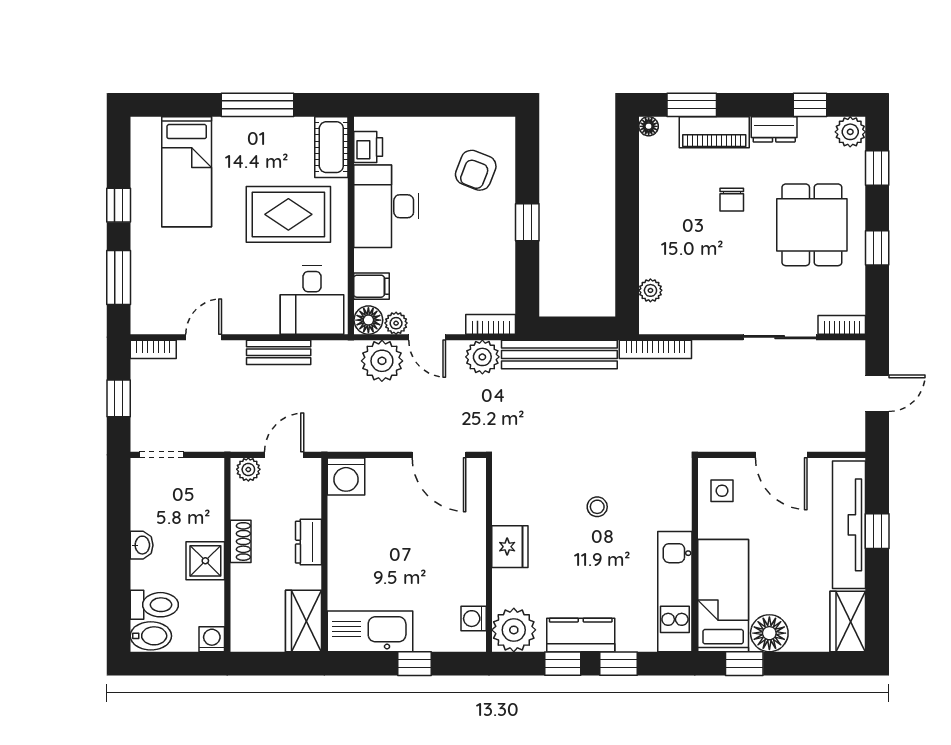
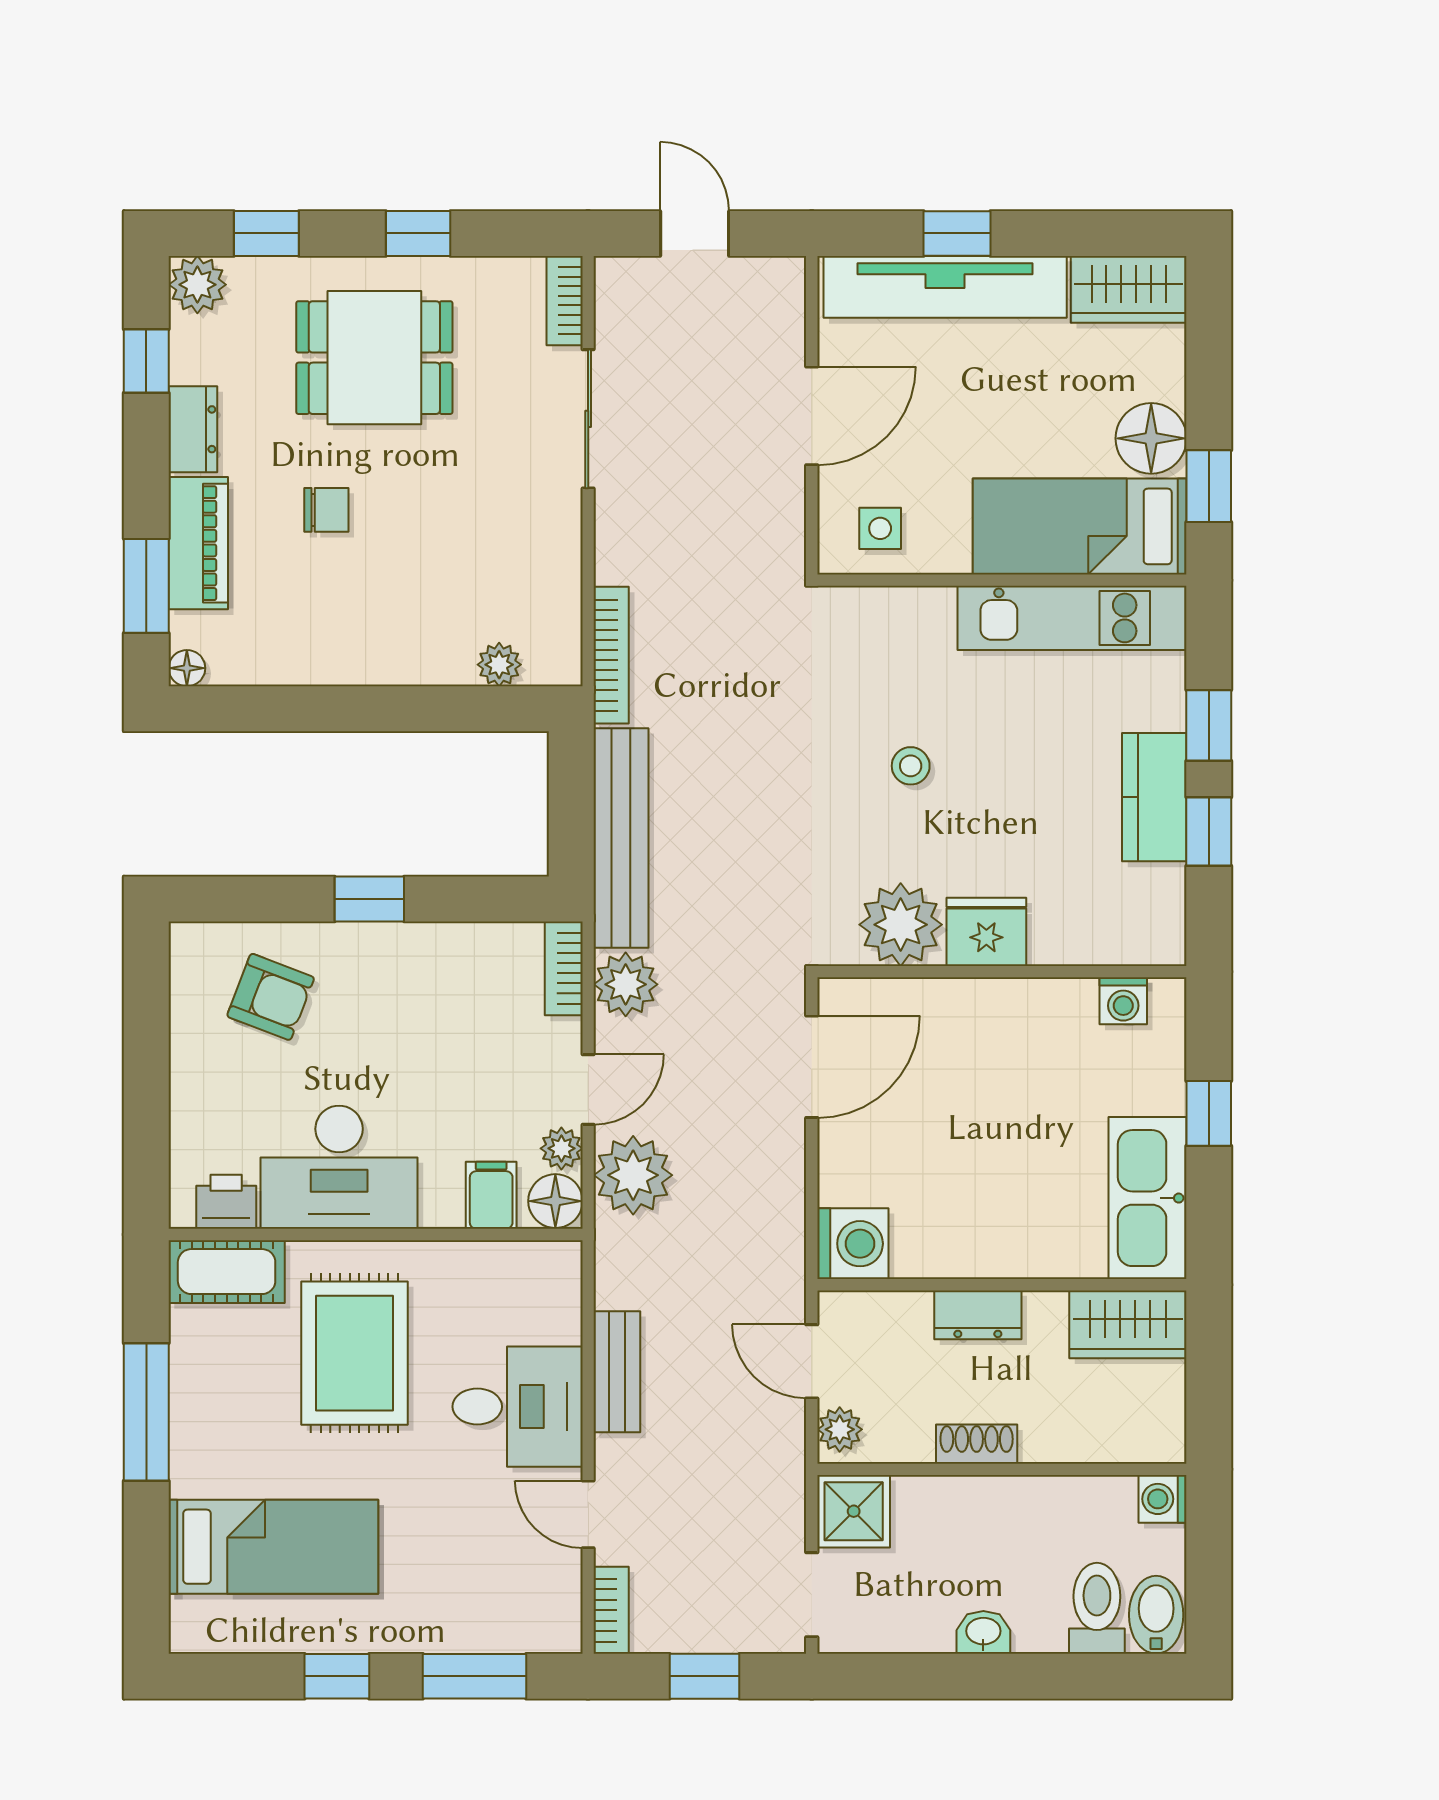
desk: (312, 300) -> (518, 1407), moved
shower: (205, 561) -> (854, 1511), moved
plant: (514, 630) -> (901, 925), moved

